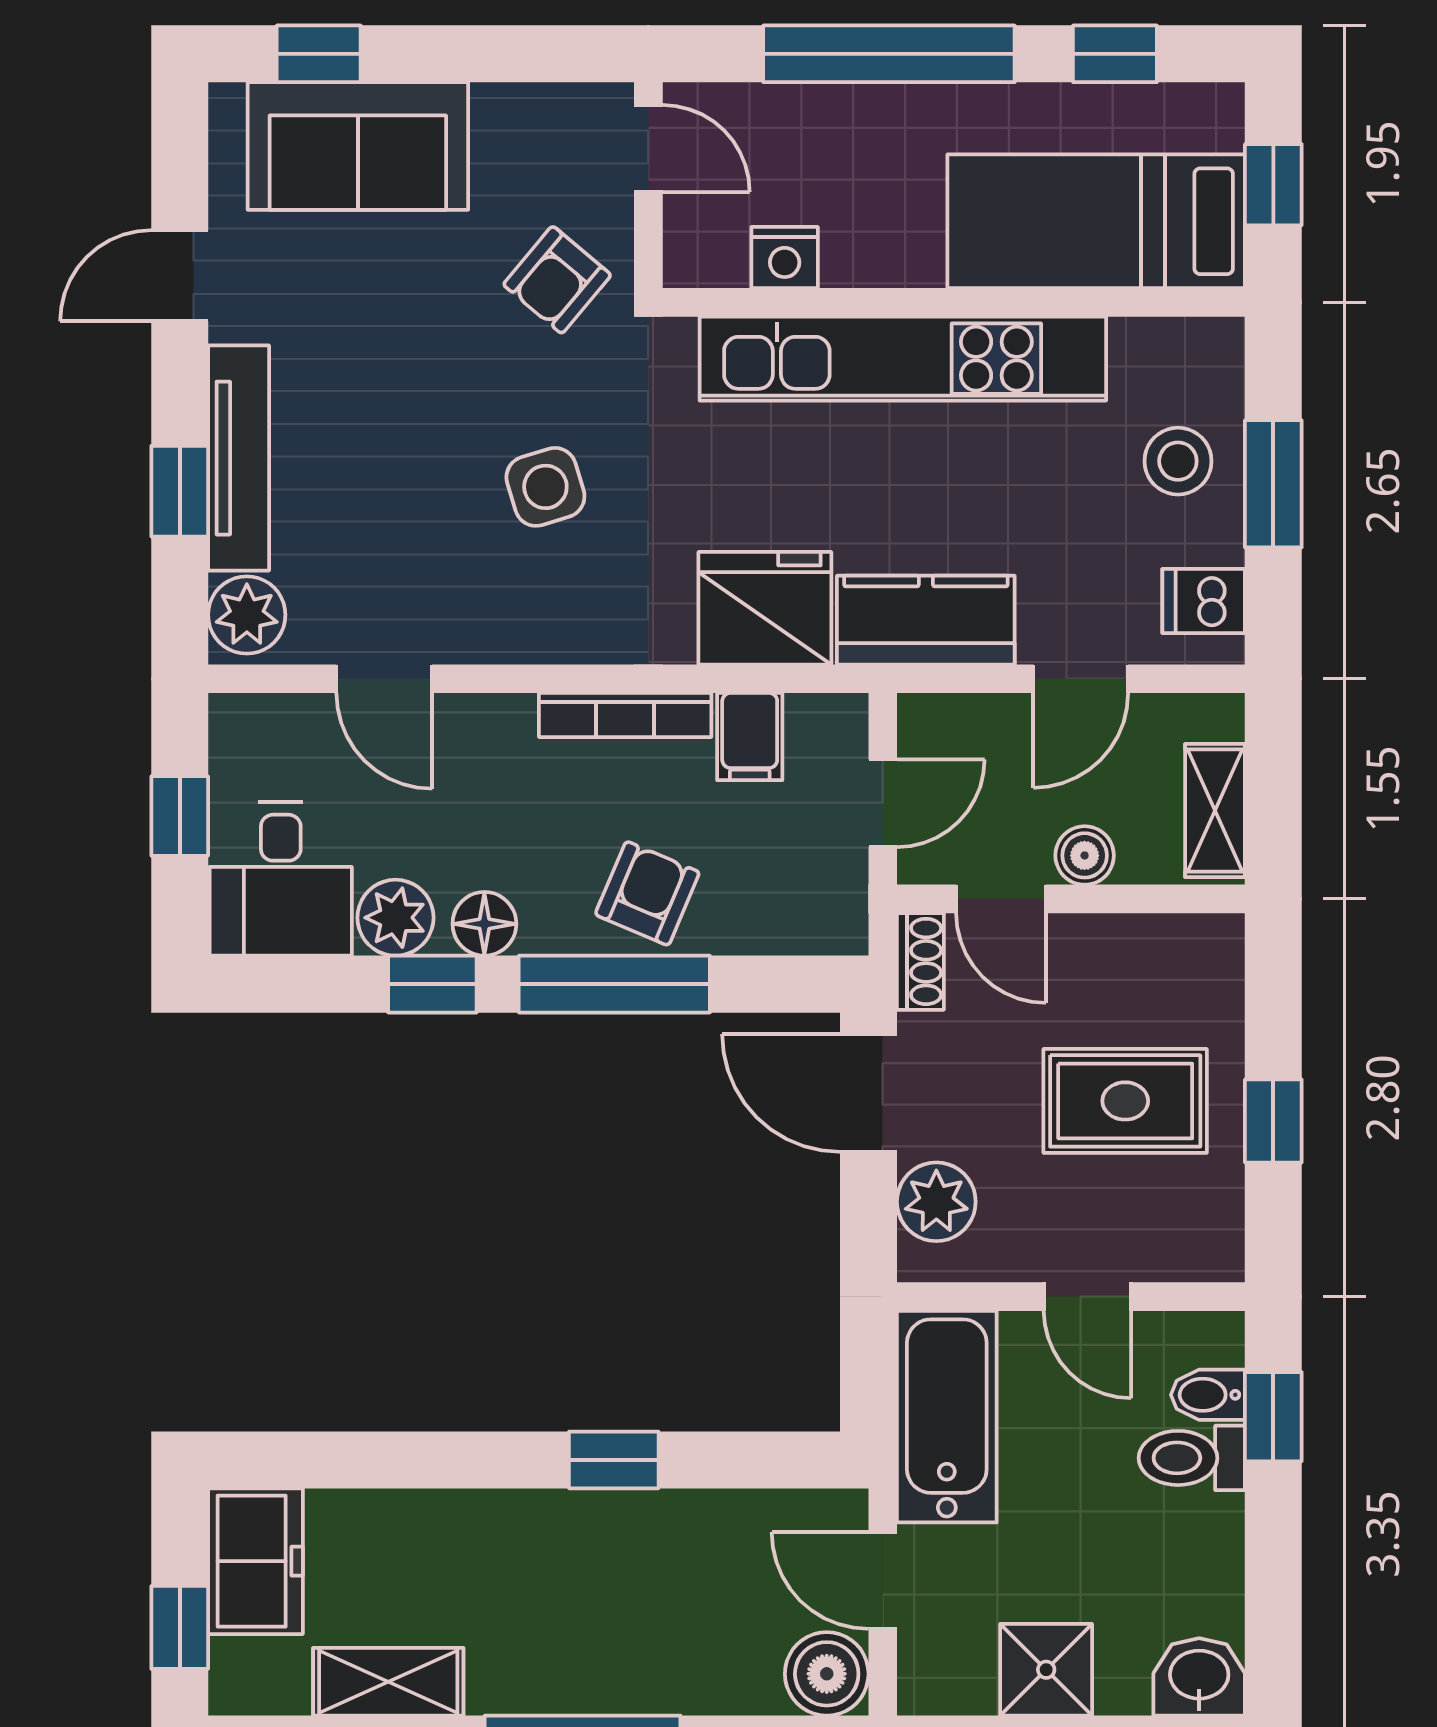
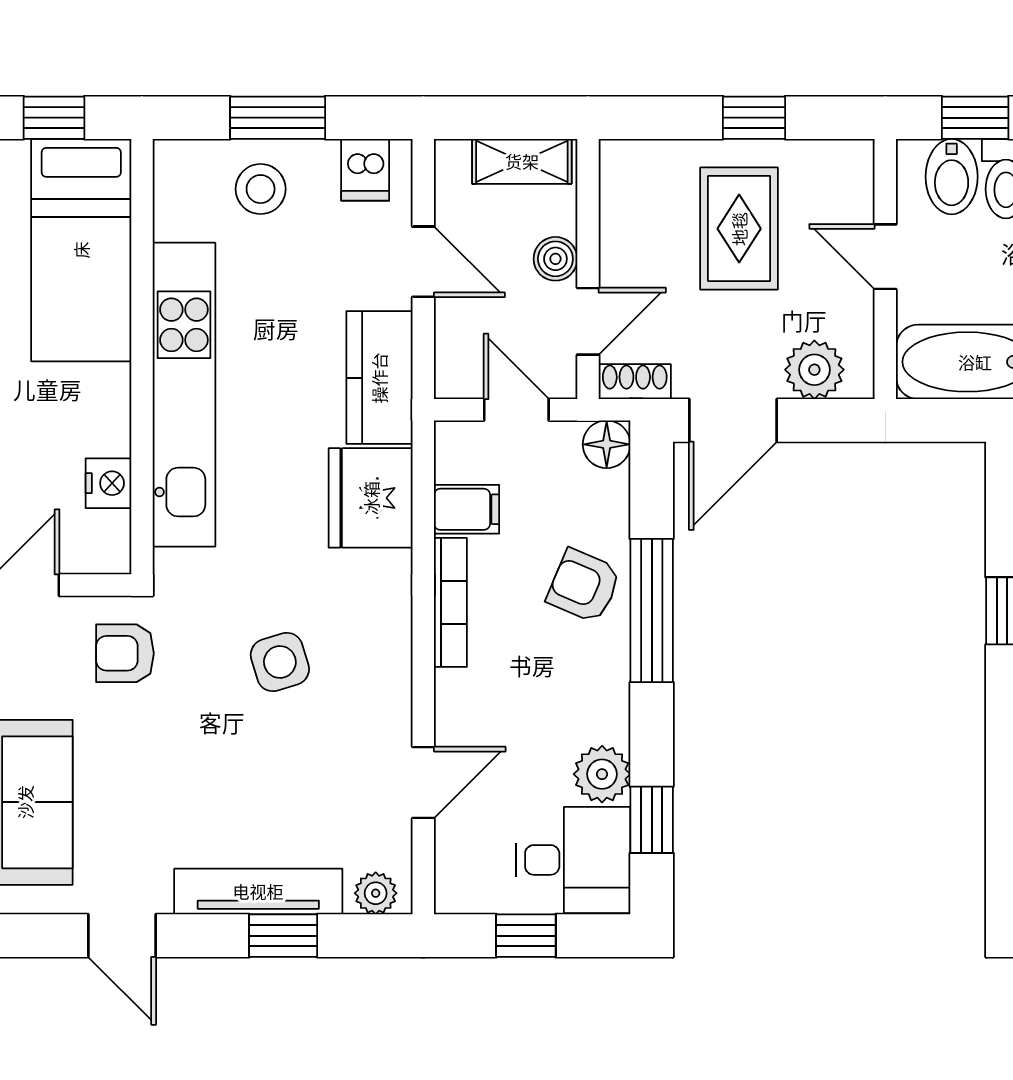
armchair: (557, 280) -> (125, 653), turned 140
plant: (247, 615) -> (376, 893), width x0.73, depth x0.73
floor lamp: (484, 924) -> (607, 444), moved
window: (432, 984) -> (652, 820), moved
door: (1087, 1297) -> (885, 257), swing flipped
bidet: (1208, 1395) -> (952, 177), width x1.38, depth x1.36

